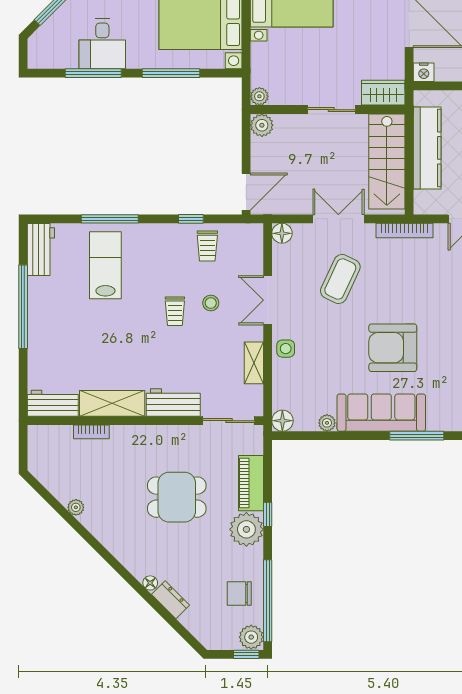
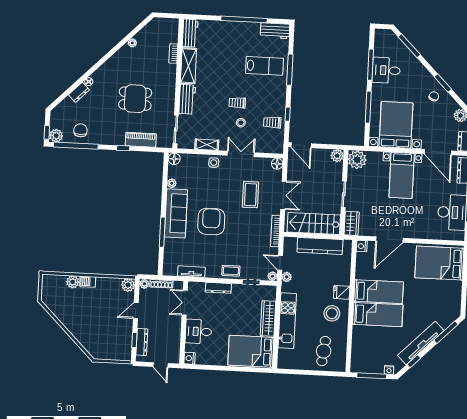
plant: (259, 96) -> (357, 160), width x1.87, depth x1.87
coffee table: (340, 279) -> (250, 195), turned 65
dining table: (177, 497) -> (135, 99), turned 90
plant: (246, 529) -> (115, 136), removed

